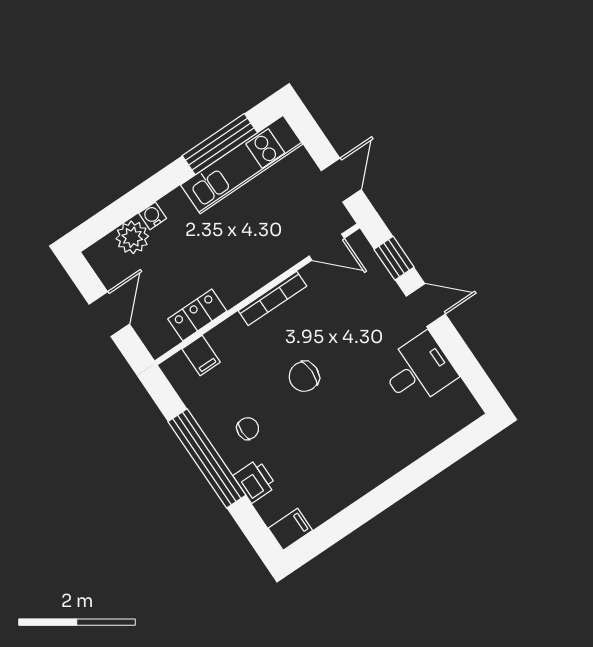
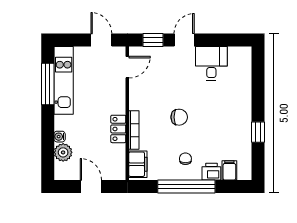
bookcase: (272, 298) -> (134, 130), moved
locker: (197, 315) -> (118, 129), moved
filing cabinet: (201, 355) -> (138, 164), width x2.00
chair: (304, 377) -> (179, 117), turned -90
window: (362, 511) -> (258, 132), added
filing cabinet: (290, 529) -> (229, 170), moved

